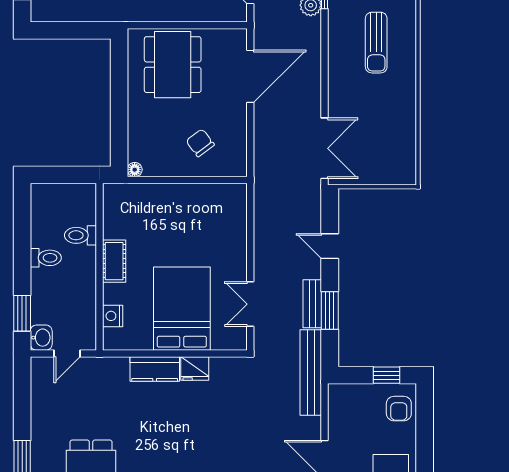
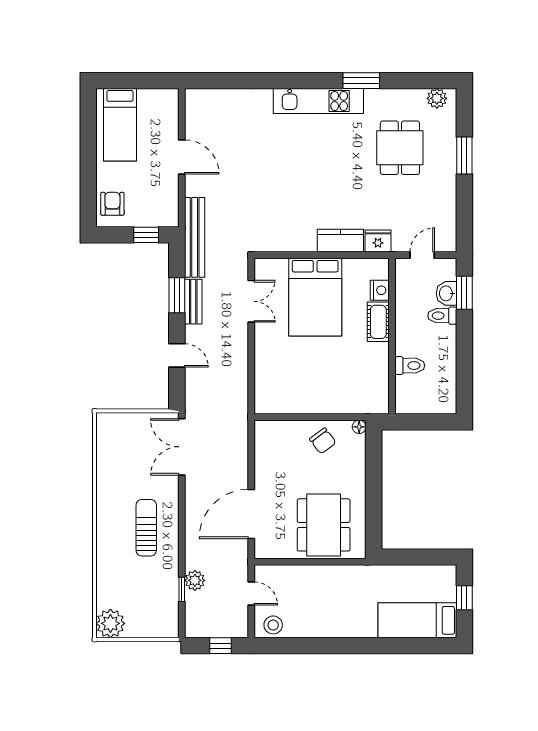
sun lounger: (376, 43) -> (146, 528), moved
chair: (200, 143) -> (323, 441), moved
toilet: (46, 258) -> (442, 316), moved
cot: (114, 261) -> (378, 322), moved
washbasin: (41, 338) -> (446, 293), moved
fridge: (195, 369) -> (378, 241), moved
window: (386, 375) -> (146, 235), moved

